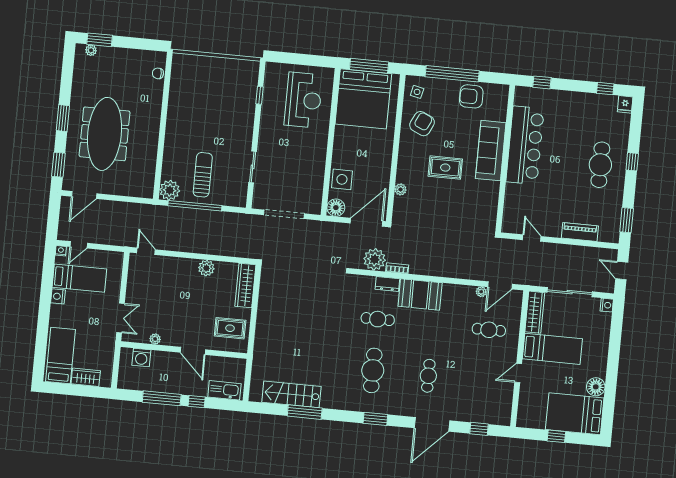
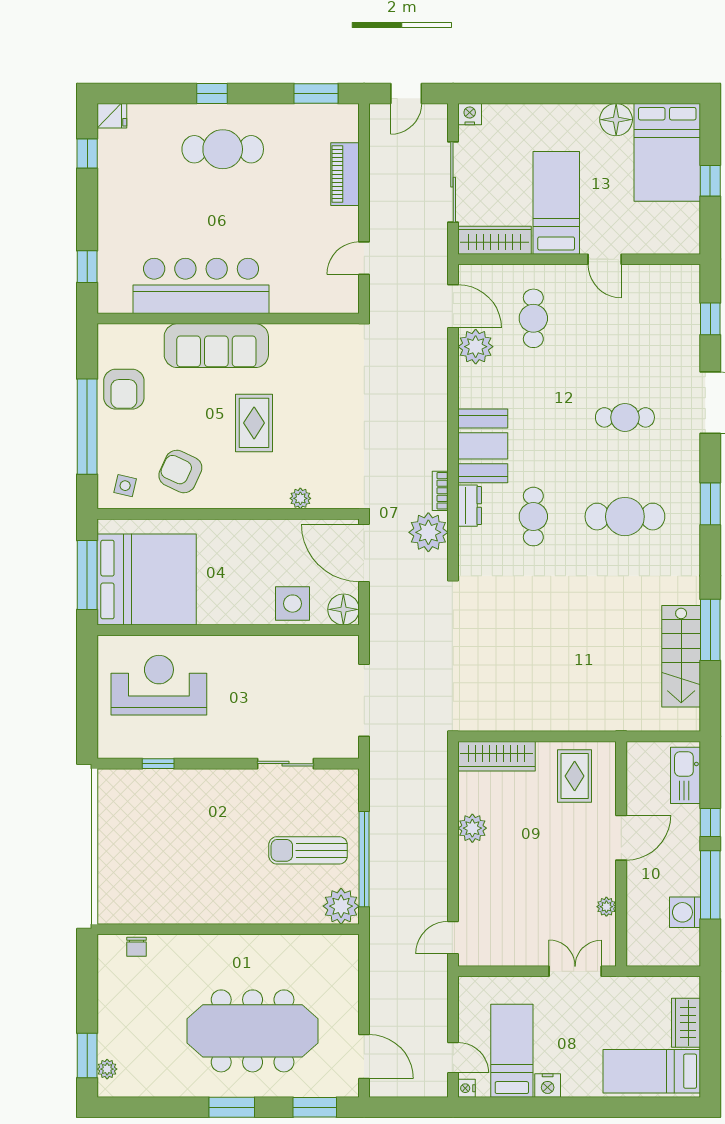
plant: (481, 292) -> (476, 347), width x1.87, depth x1.87
washing machine: (141, 357) -> (685, 912), moved, turned 180

